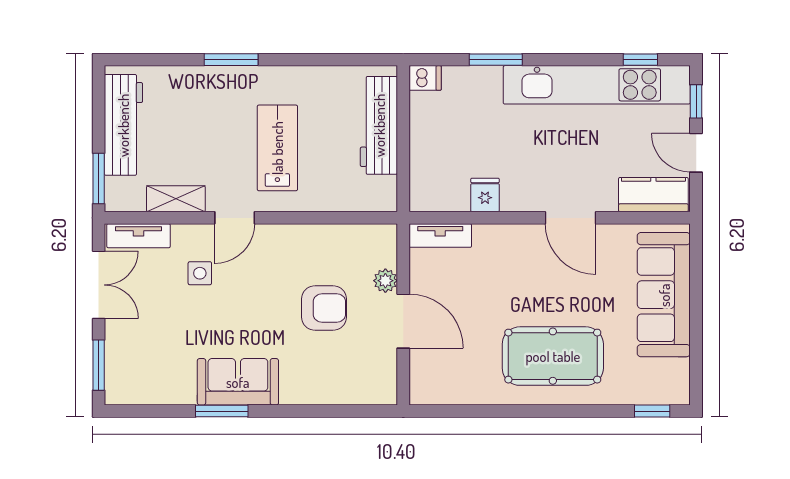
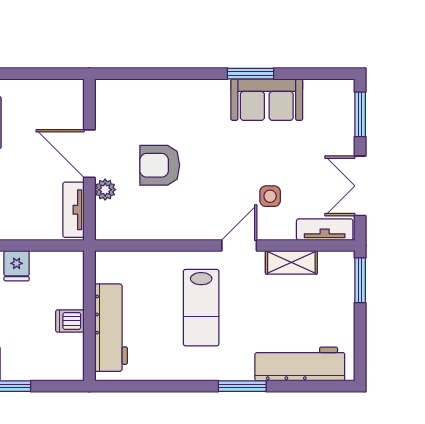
dishwasher: (425, 78) -> (70, 321), moved
workbench: (123, 125) -> (300, 364), moved, turned 90
tv unit: (440, 236) -> (74, 210), moved, turned -90
sofa: (238, 382) -> (267, 100), moved

